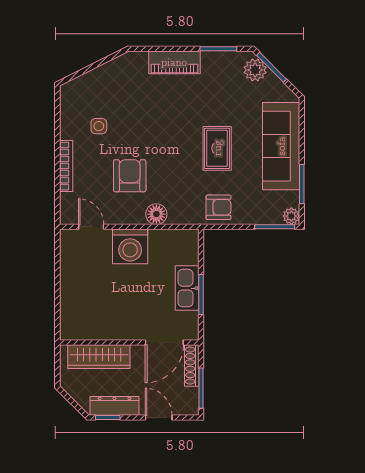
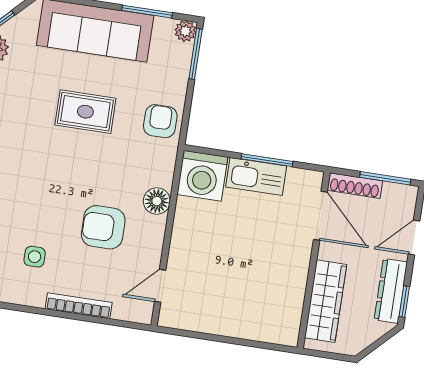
washing machine: (130, 246) -> (202, 176), moved, turned 90

